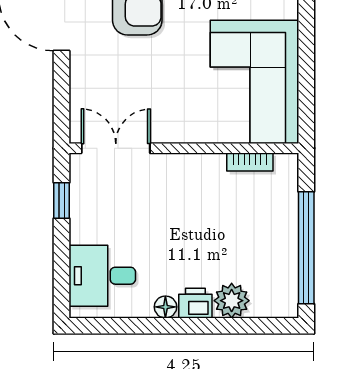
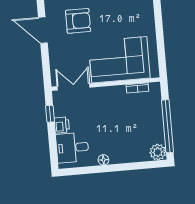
corner sofa: (255, 82) -> (119, 60), moved, turned 90
plant: (232, 301) -> (158, 152), moved
printer: (195, 303) -> (62, 125), moved, turned 90

